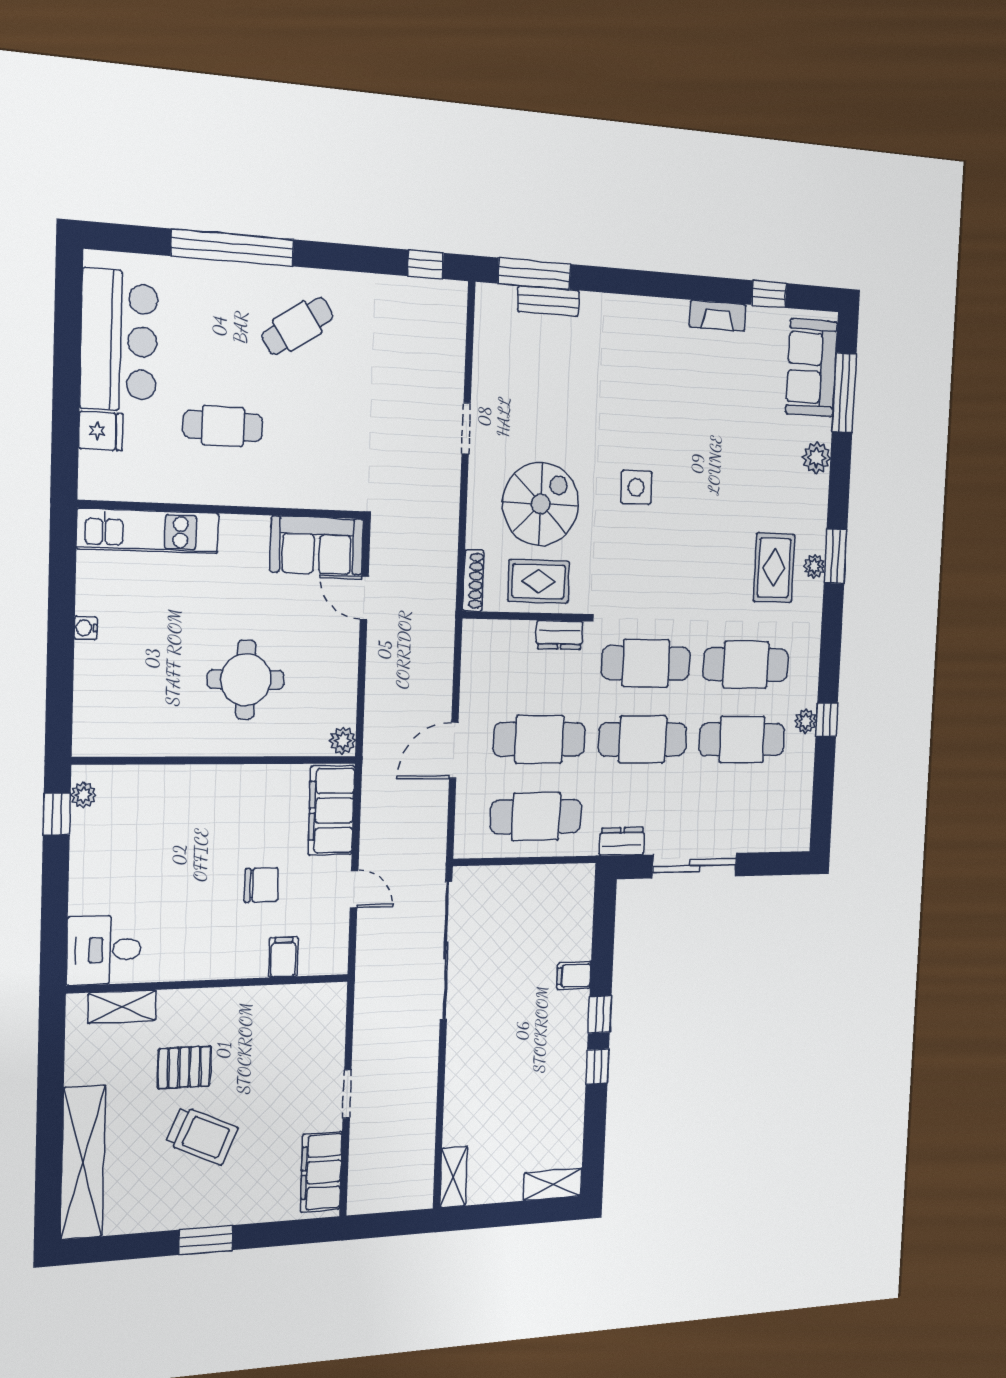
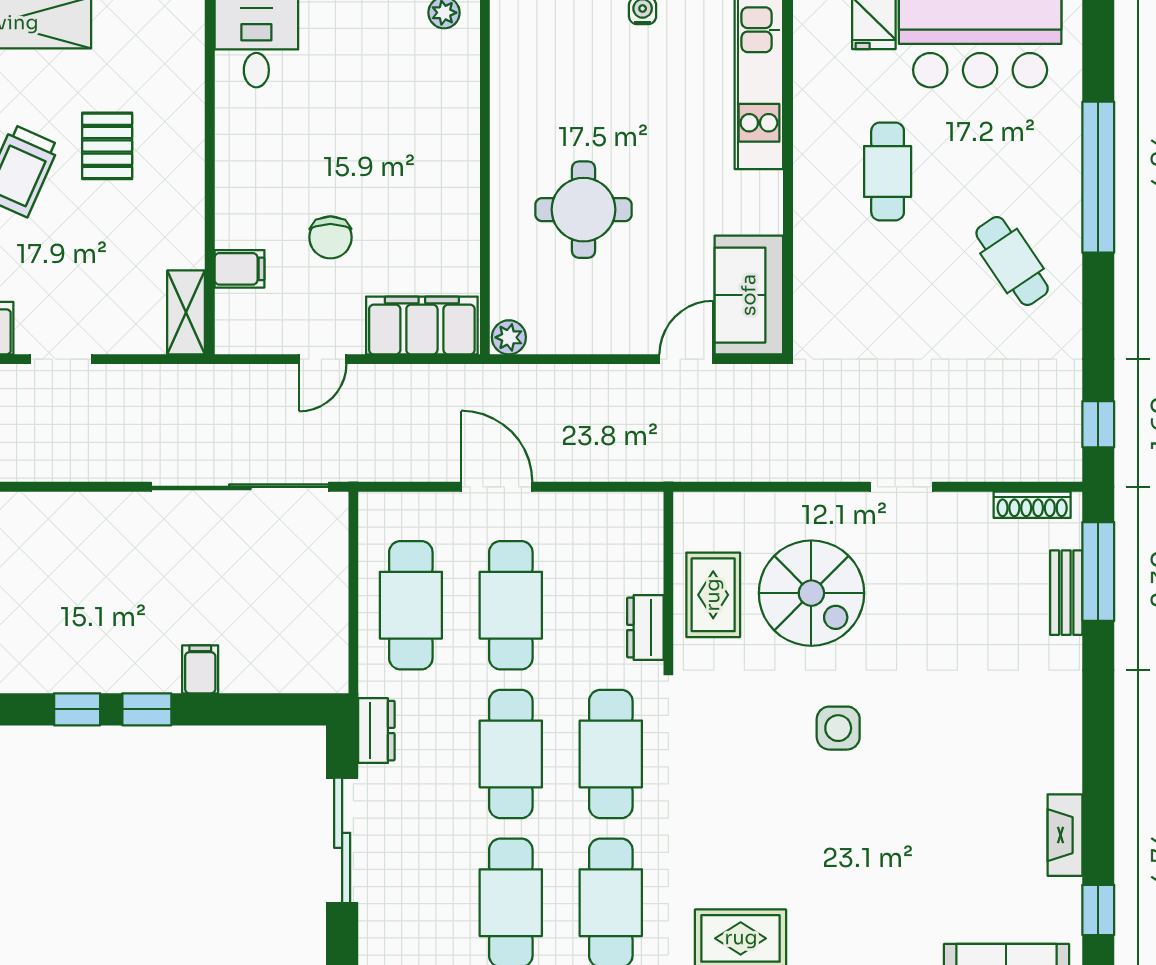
shoe rack: (473, 581) -> (1032, 505), moved
shelving: (122, 1007) -> (186, 312), moved

